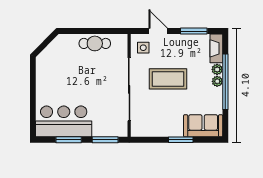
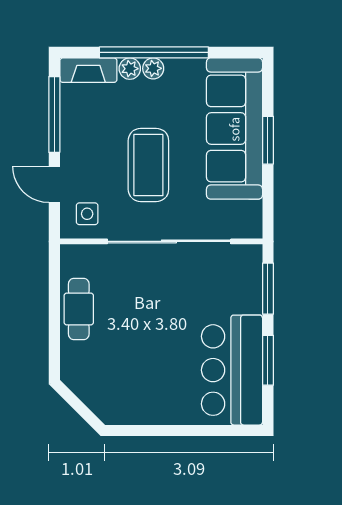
door: (158, 31) -> (54, 184), hinge flipped
window: (194, 31) -> (54, 115), width x1.44
sofa: (203, 126) -> (234, 129), width x1.85, depth x1.27

